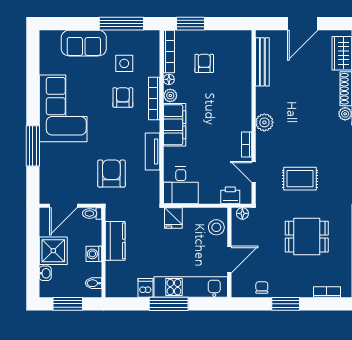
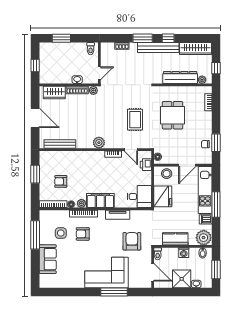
window: (191, 24) -> (35, 174), moved
corner sofa: (63, 108) -> (107, 272), moved
door: (254, 172) -> (131, 150), hinge flipped
armchair: (111, 174) -> (132, 241), turned 90
fridge: (173, 218) -> (163, 196), width x1.88, depth x1.34
door: (229, 259) -> (187, 165), swing flipped
plant: (117, 285) -> (204, 238), added
window: (286, 304) -> (216, 143), moved

